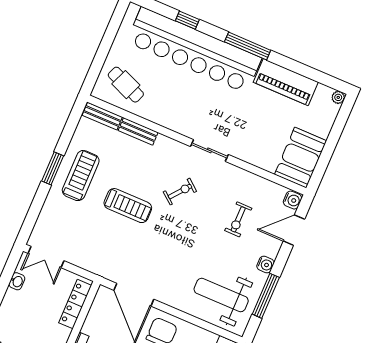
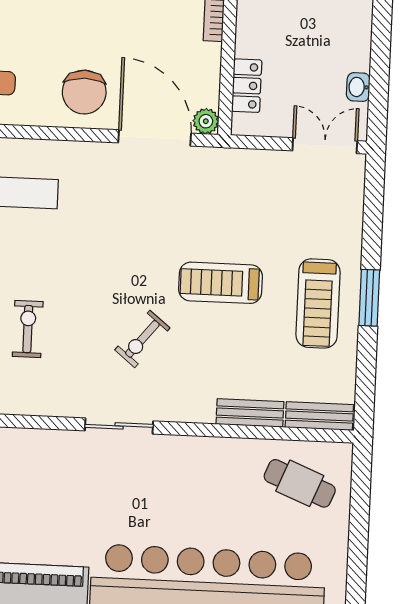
plant: (104, 293) -> (206, 121), added
locker: (75, 304) -> (247, 86), width x0.66

